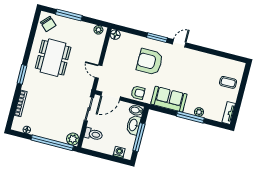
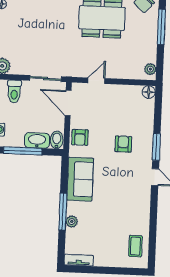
armchair: (150, 62) -> (123, 144), width x0.53, depth x0.53
coffee table: (228, 82) -> (135, 246), moved

